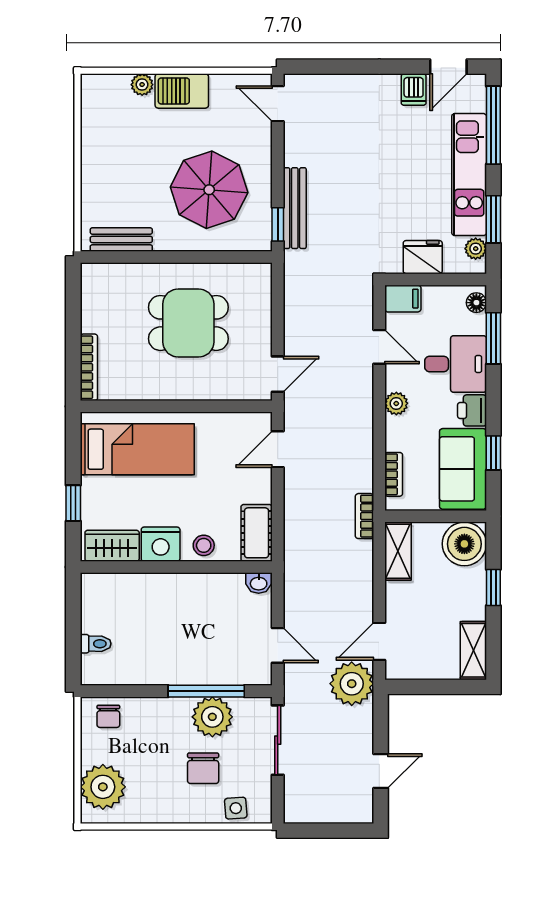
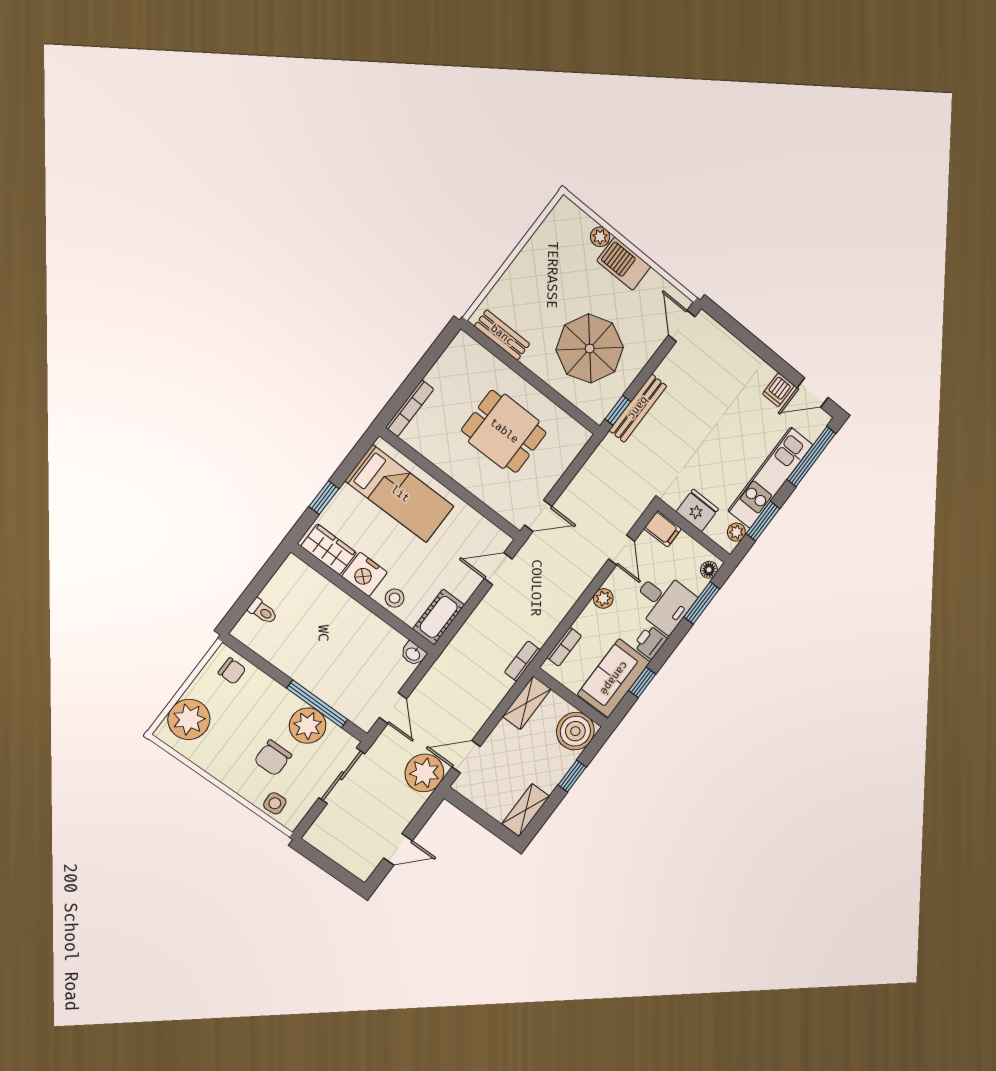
chair: (108, 716) -> (232, 671), turned -90

